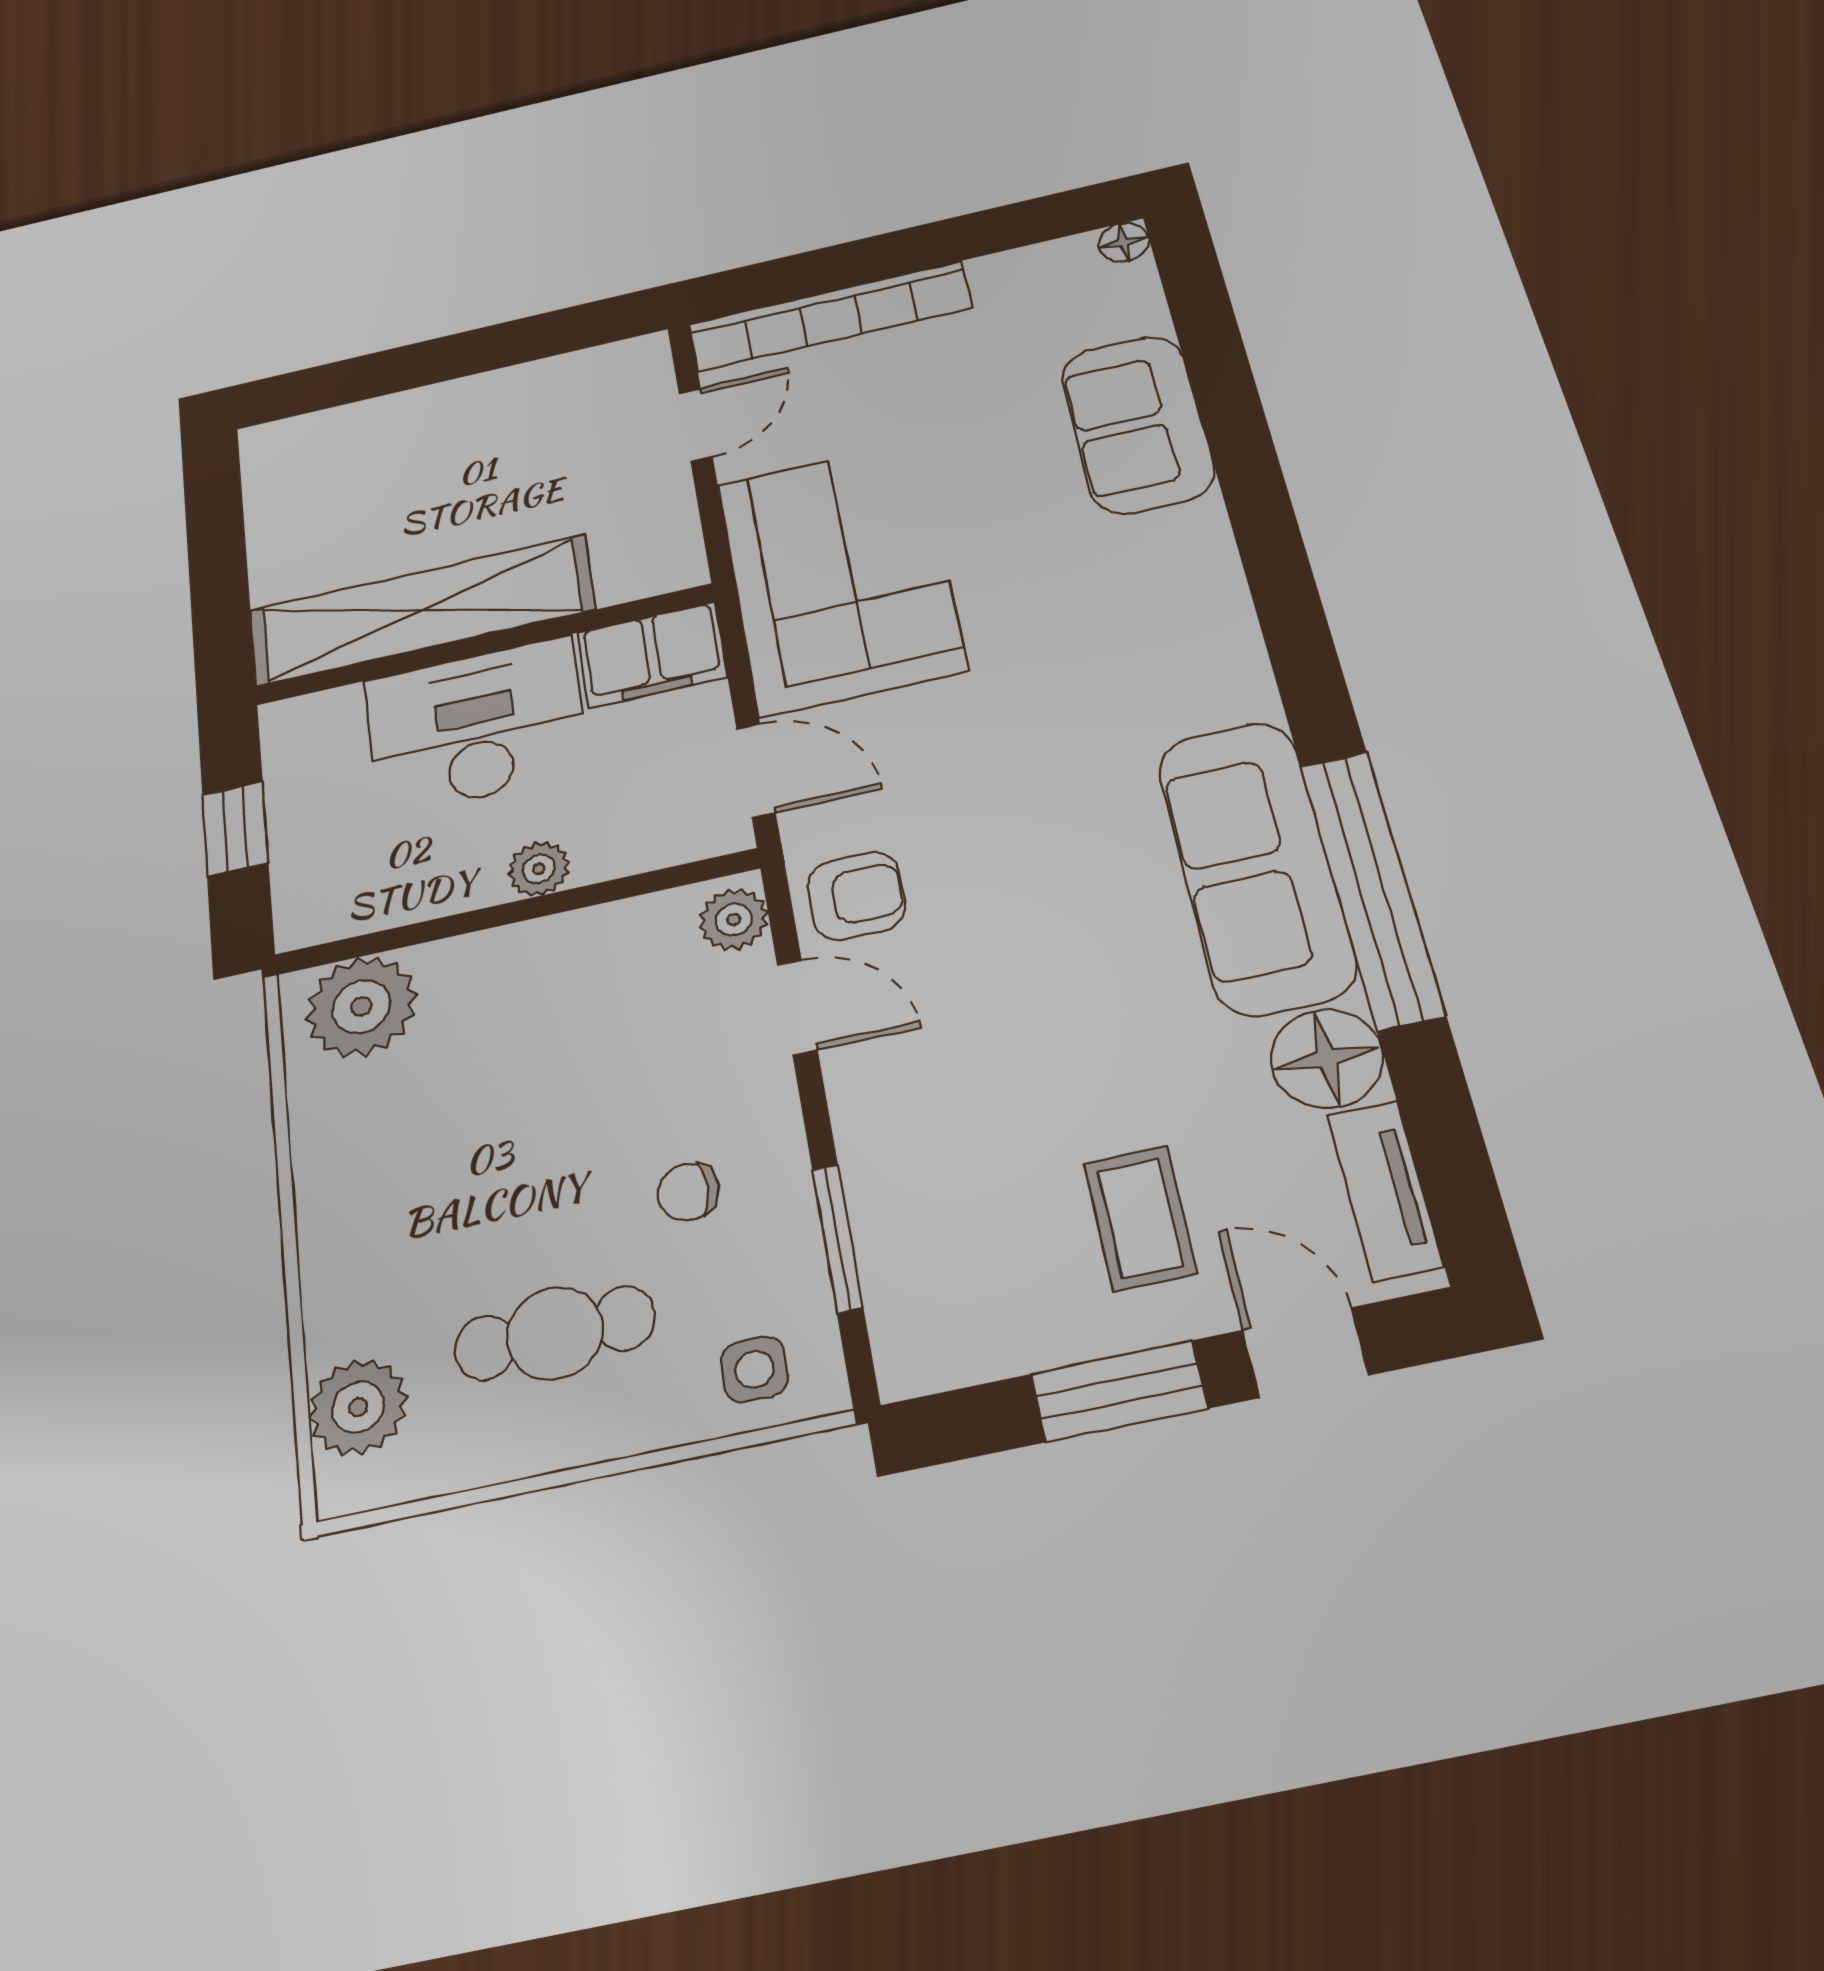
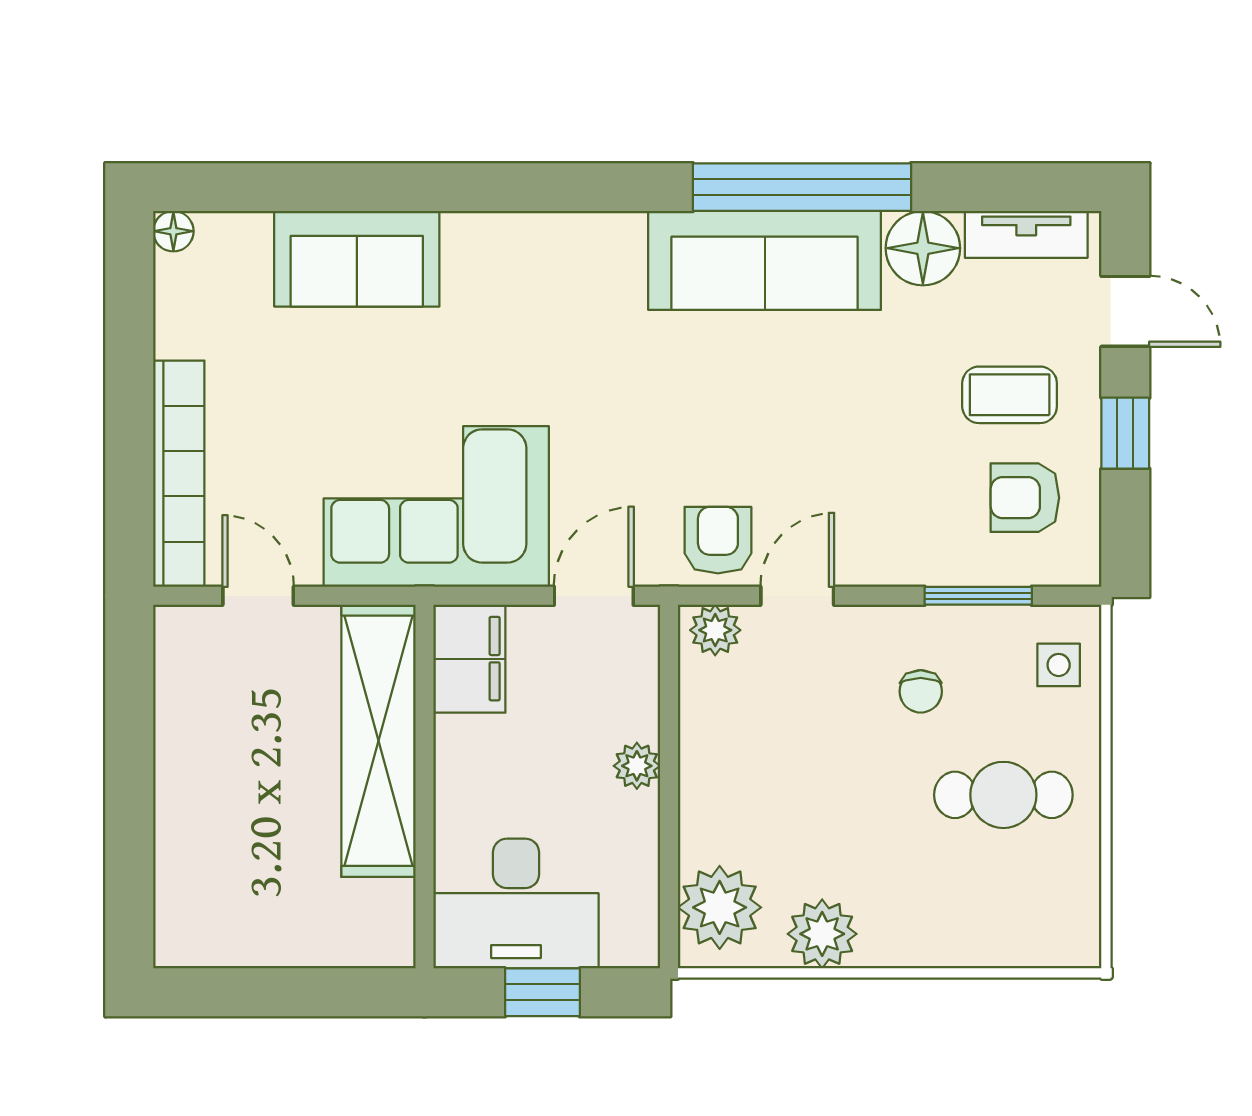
shelving: (421, 610) -> (378, 741), moved
desk: (476, 726) -> (516, 904), moved, turned -90
armchair: (993, 1271) -> (1025, 498), added
cafe table: (555, 1333) -> (1003, 795), turned 90
door: (1305, 1353) -> (1125, 311), swing flipped
window: (1119, 1391) -> (1125, 433), width x0.67
plant: (358, 1407) -> (822, 934), moved

